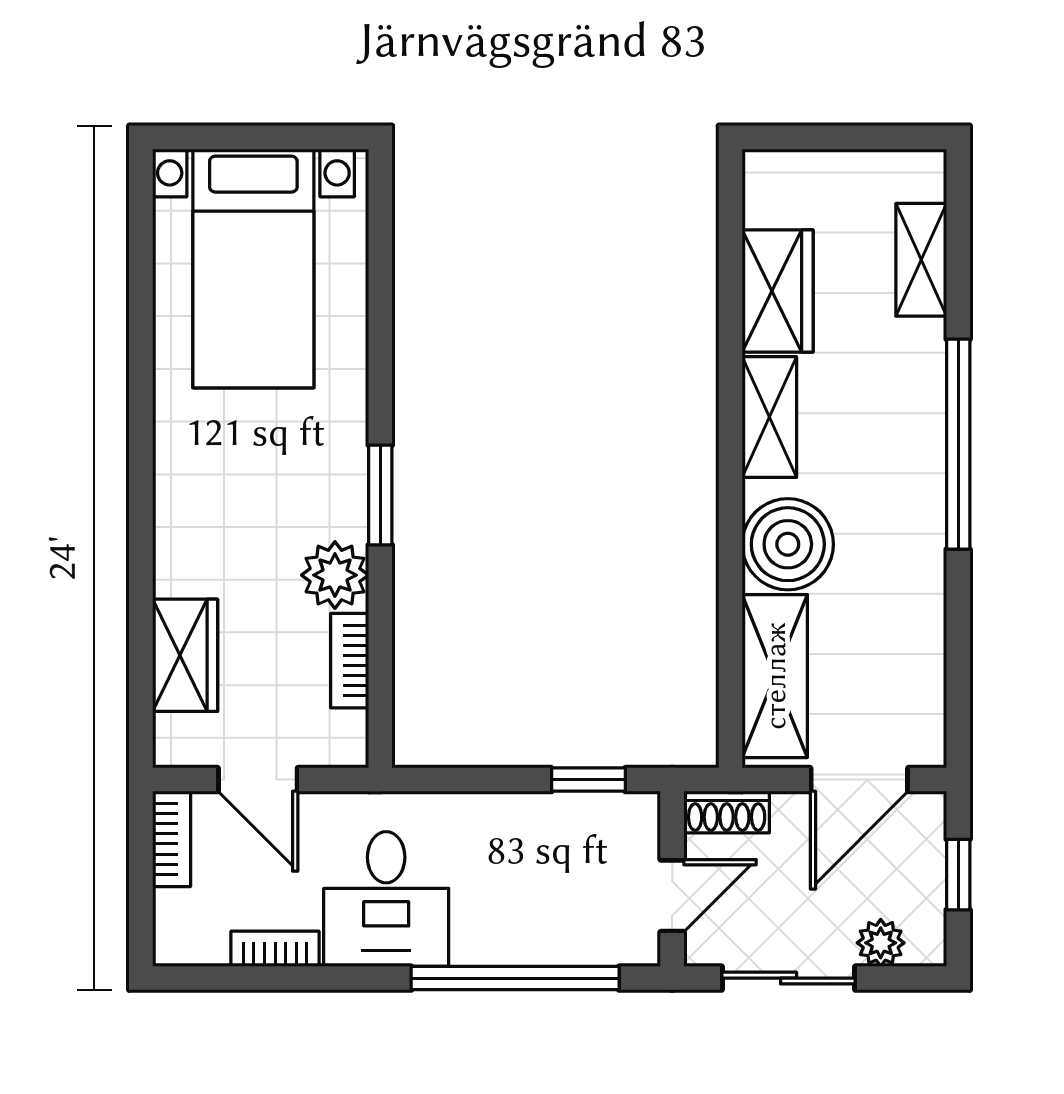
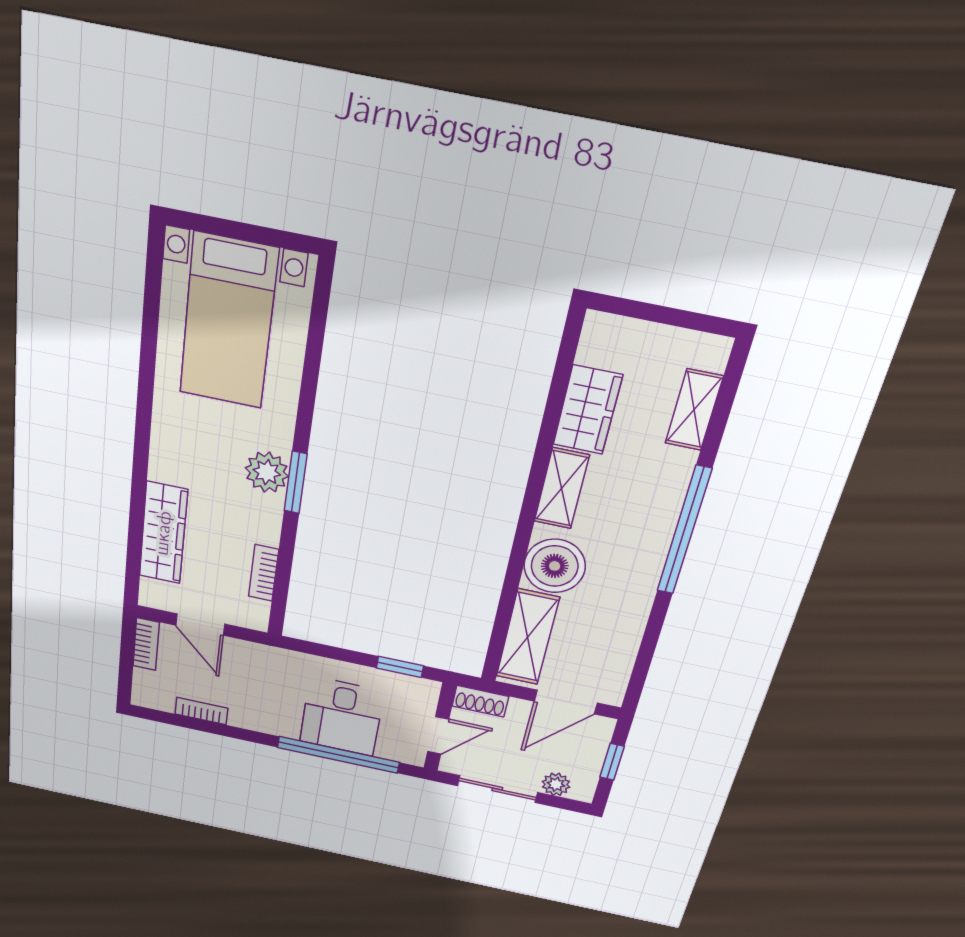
plant: (335, 575) -> (267, 472), moved
wardrobe: (185, 655) -> (163, 533), width x1.50
desk: (386, 899) -> (342, 716), moved

